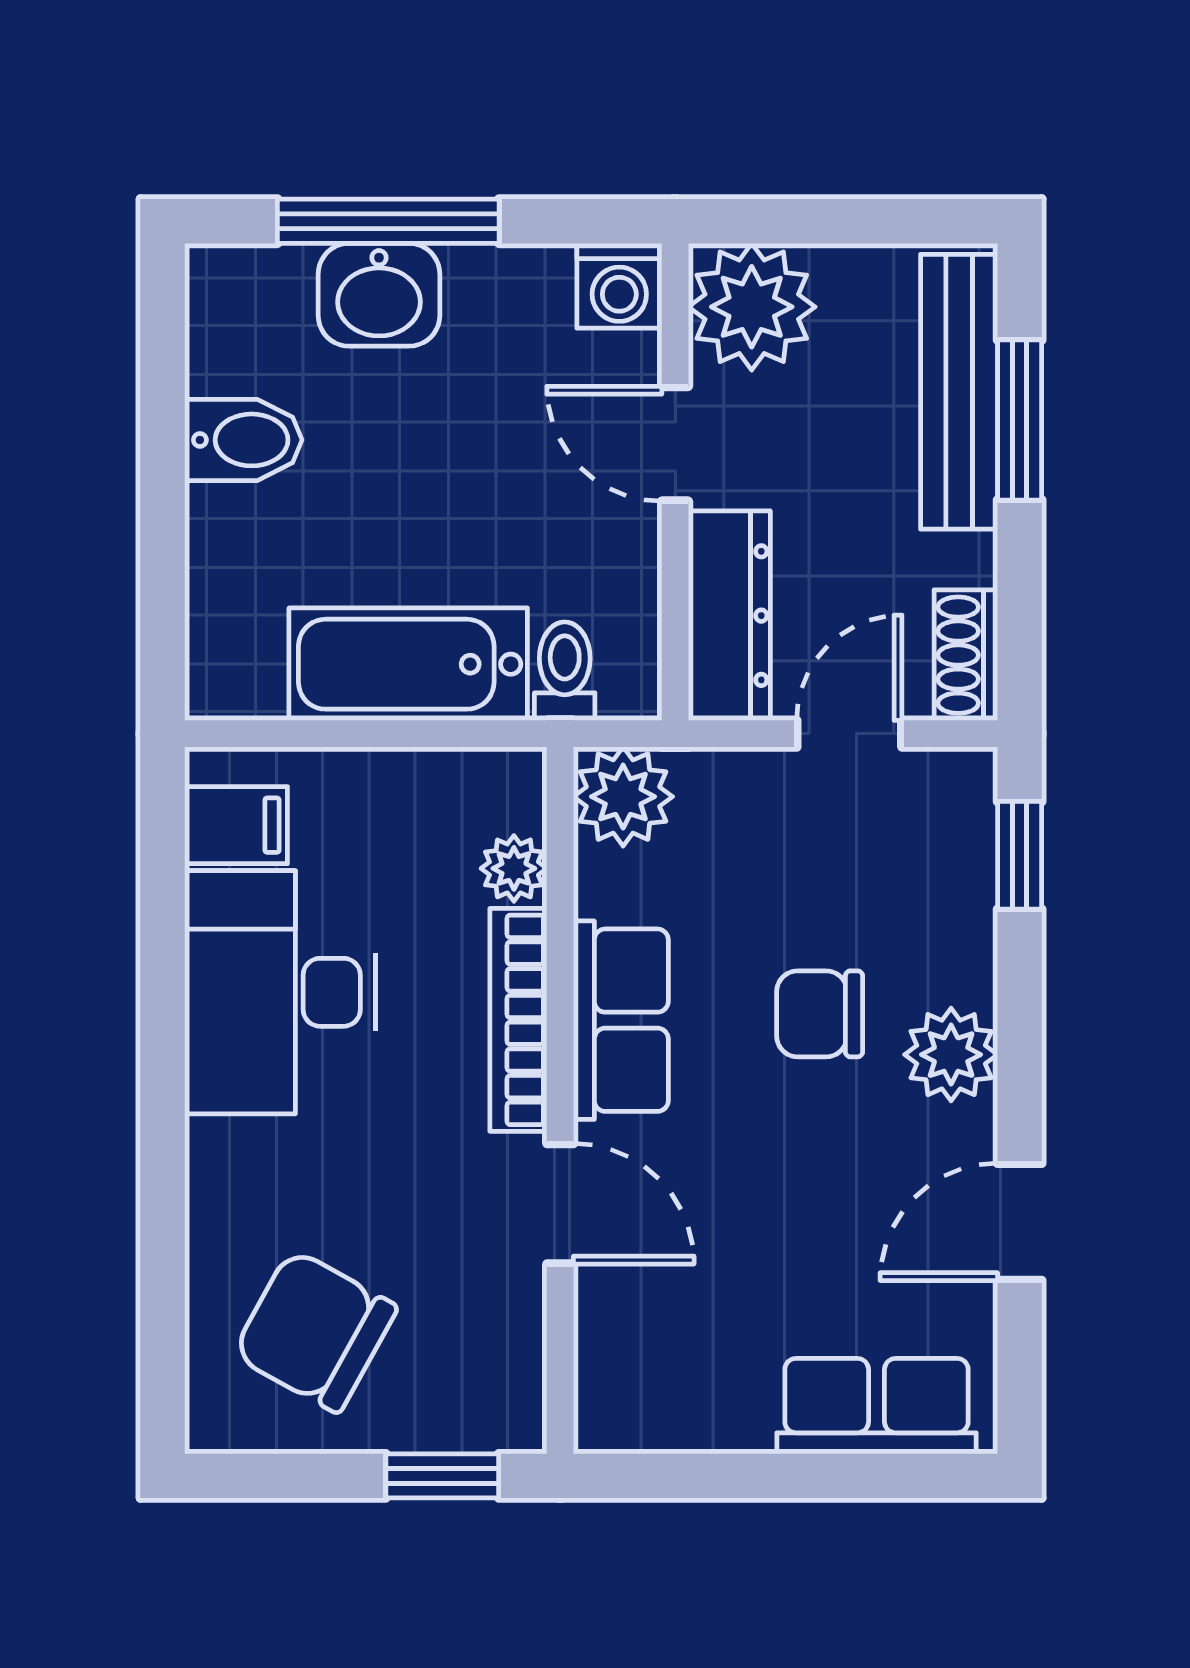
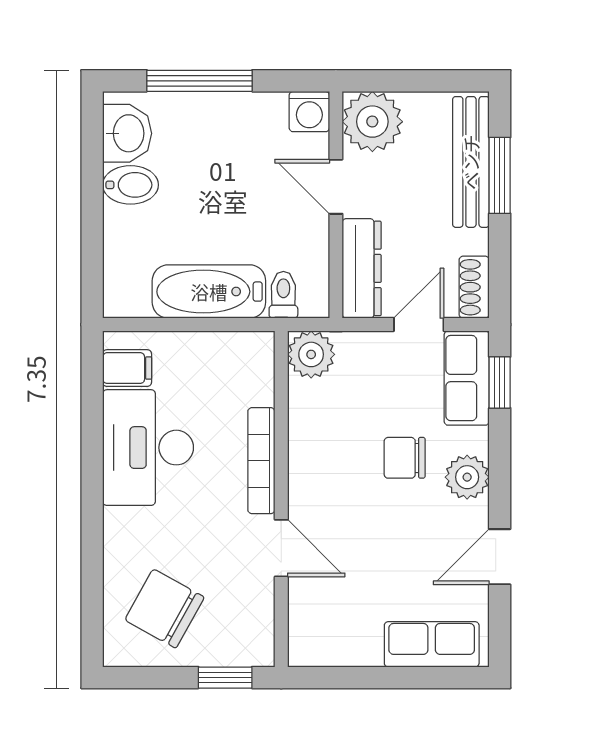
washbasin: (379, 295) -> (127, 133), moved, turned -90
plant: (514, 868) -> (259, 389), removed
row of seats: (621, 1020) -> (467, 378), moved, turned 180

